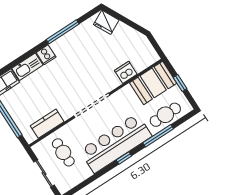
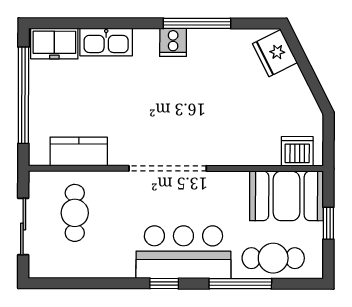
cooker: (46, 55) -> (173, 42), moved
dishwasher: (126, 72) -> (297, 151), moved
bar counter: (116, 143) -> (183, 252), width x0.73

